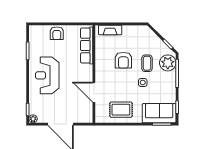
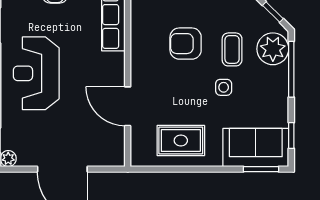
armchair: (123, 60) -> (186, 44), turned 90

